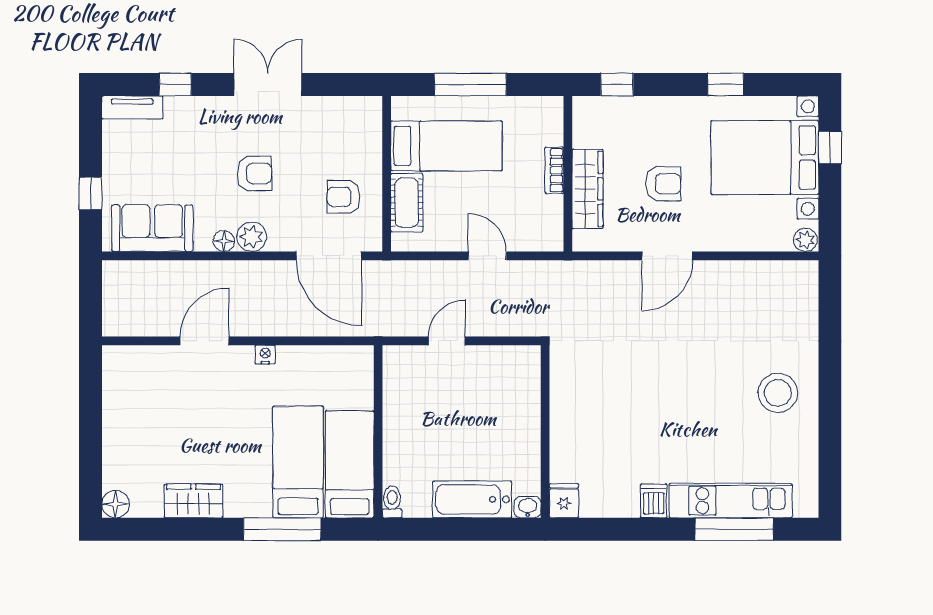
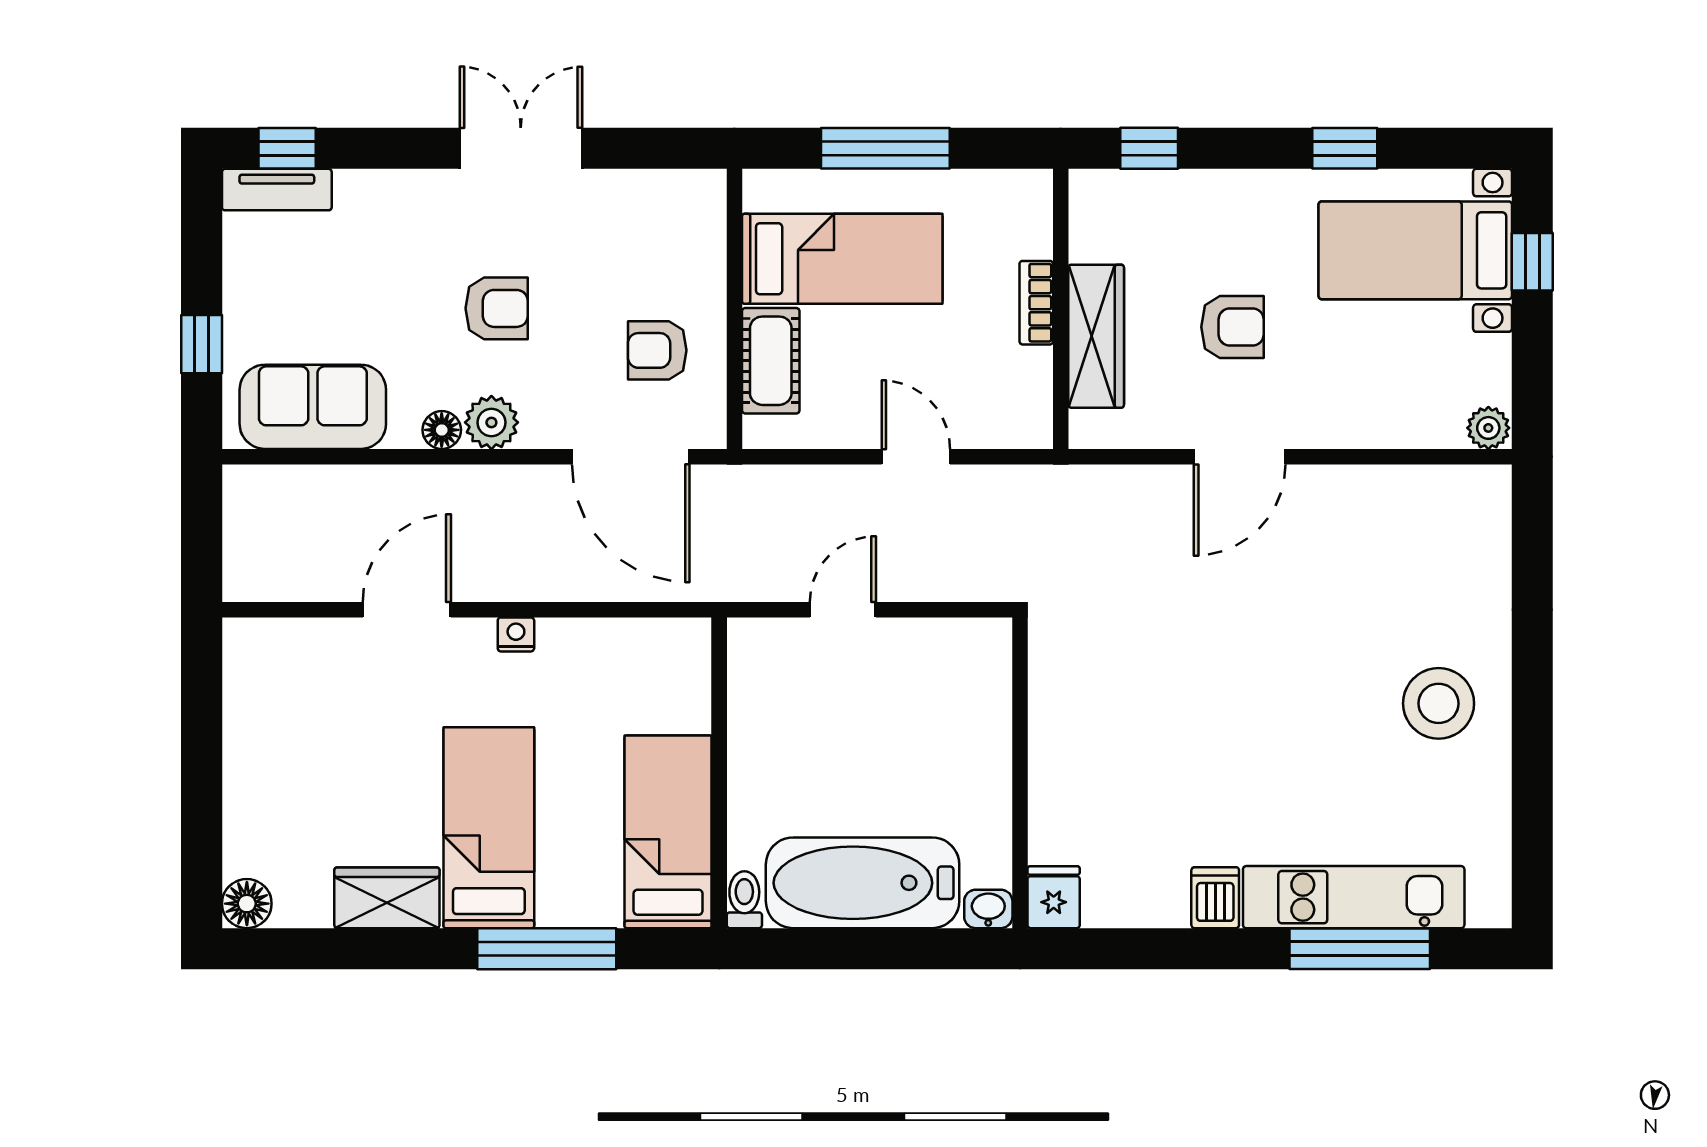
window: (175, 84) -> (287, 148), moved
bed with nightstands: (765, 158) -> (1415, 250), width x0.73
bed: (298, 462) -> (489, 828), moved
bathtub: (472, 499) -> (863, 883), width x1.36, depth x1.36

